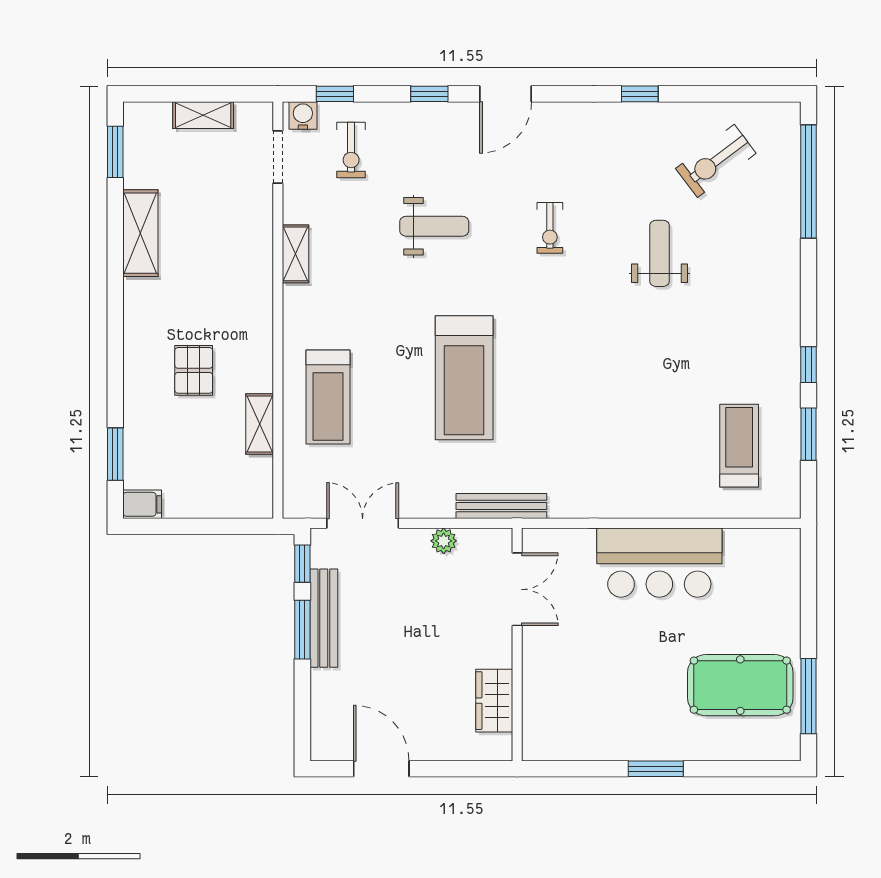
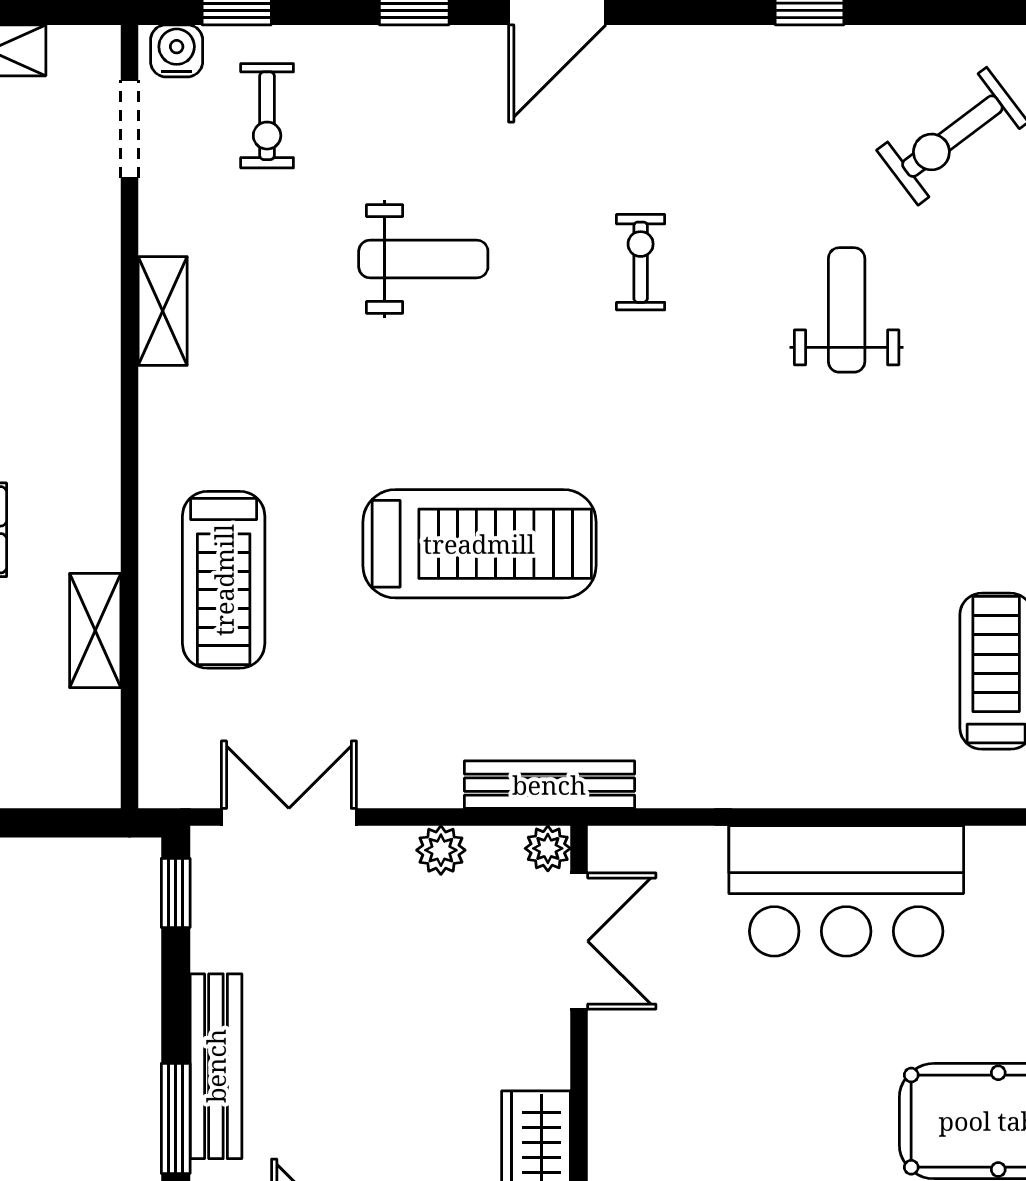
exercise bike: (550, 228) -> (641, 262), turned 180
treadmill: (464, 378) -> (479, 544), turned -90
plant: (500, 540) -> (548, 848), added
bench: (324, 618) -> (216, 1066), moved
window: (302, 630) -> (176, 1118), moved

